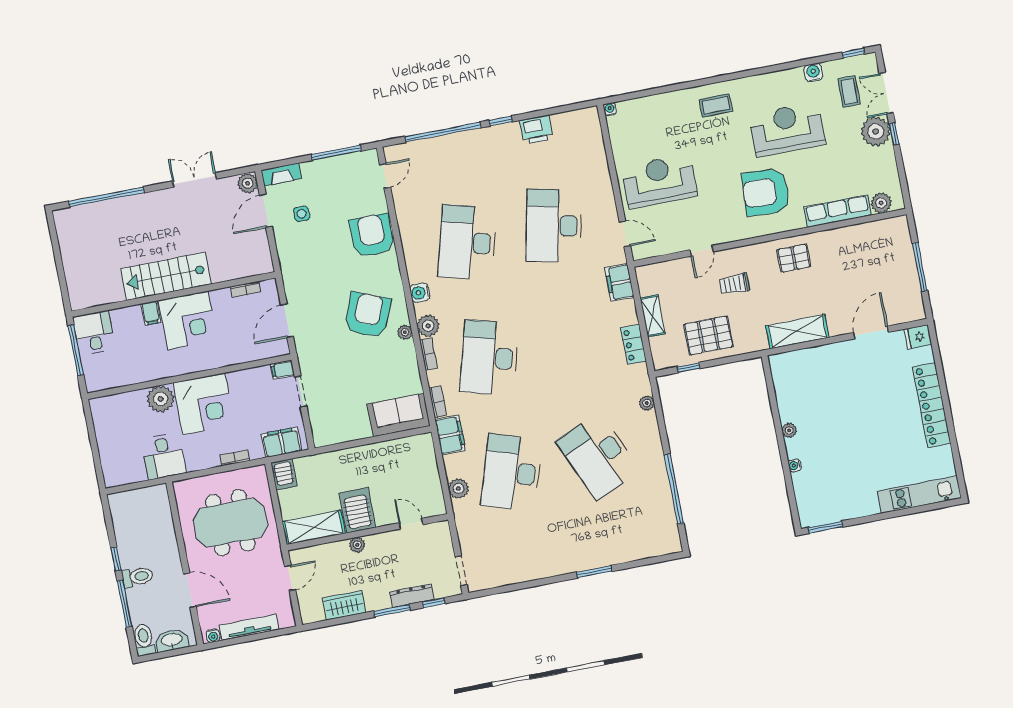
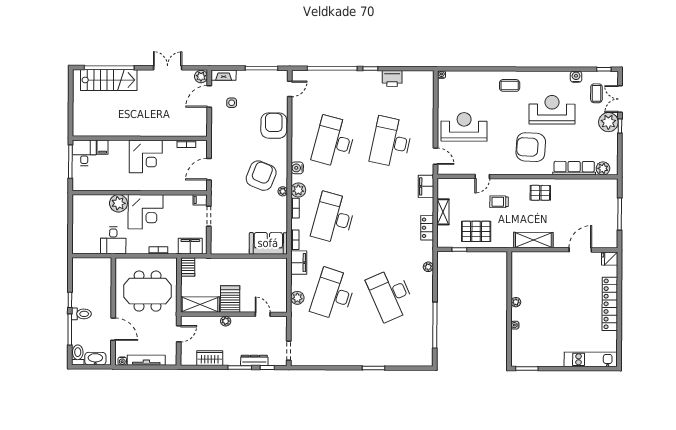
stairs: (166, 276) -> (109, 80), moved, turned 180
filing cabinet: (151, 313) -> (103, 147), moved

